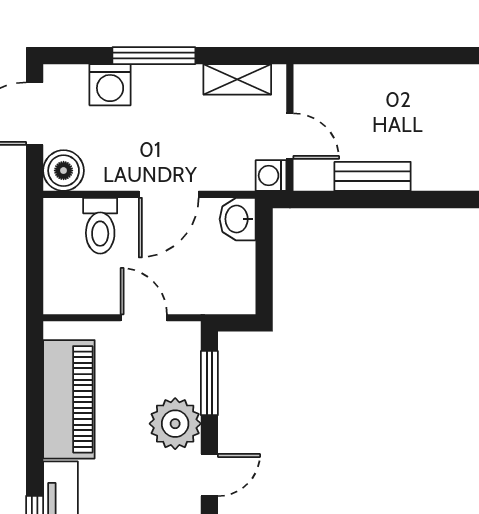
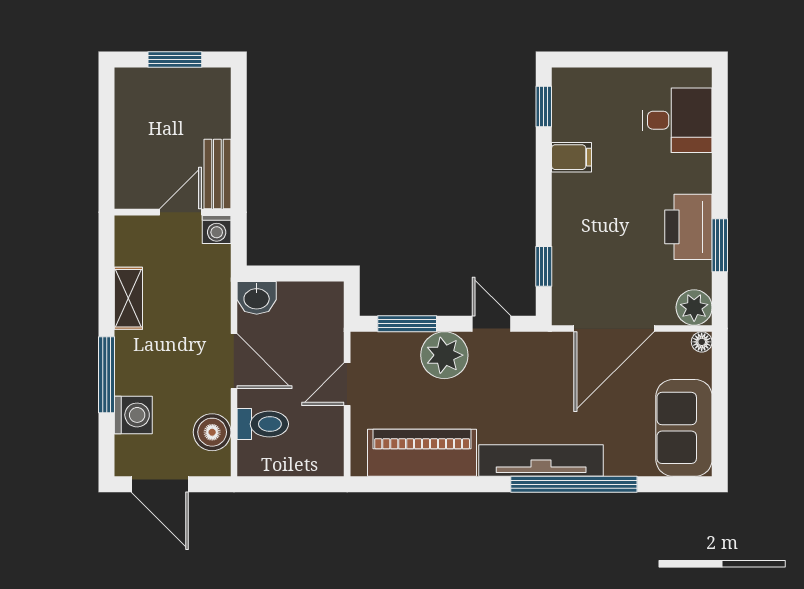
wall: (290, 128) -> (173, 212), moved
door: (290, 136) -> (180, 212), moved
boiler: (64, 171) -> (212, 432), moved
washing machine: (271, 176) -> (217, 229), moved

